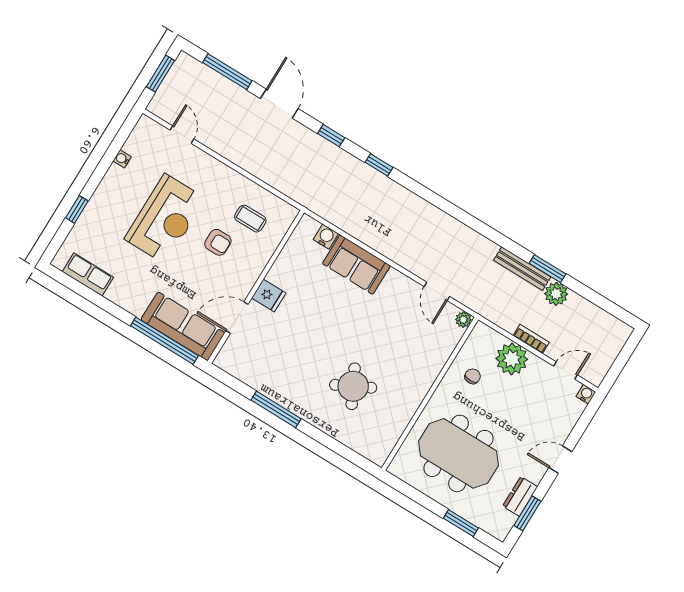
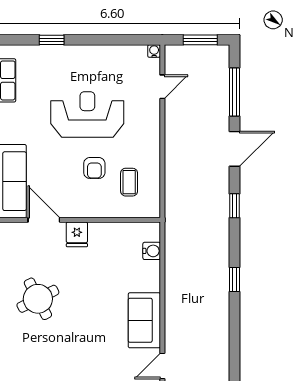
water cooler: (122, 159) -> (154, 51), moved
window: (379, 165) -> (235, 280), moved
reception desk: (165, 219) -> (87, 114), turned 180
sofa: (356, 265) -> (144, 320), moved
round table: (353, 386) -> (38, 299), moved

